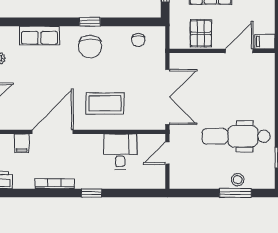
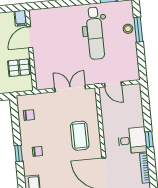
chair: (90, 46) -> (37, 151), width x0.54, depth x0.54
door: (239, 51) -> (30, 37), hinge flipped
double door: (167, 97) -> (70, 89), width x0.73
desk: (120, 152) -> (132, 140), moved, turned 180

